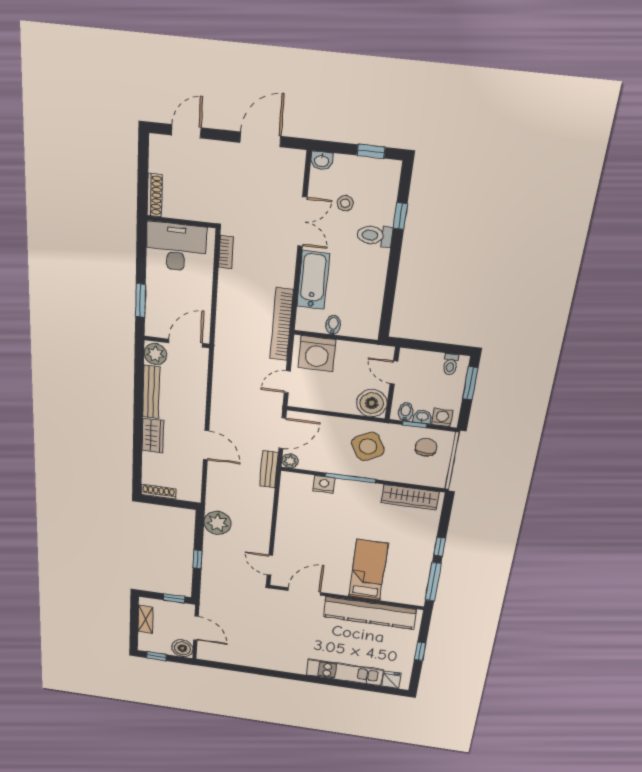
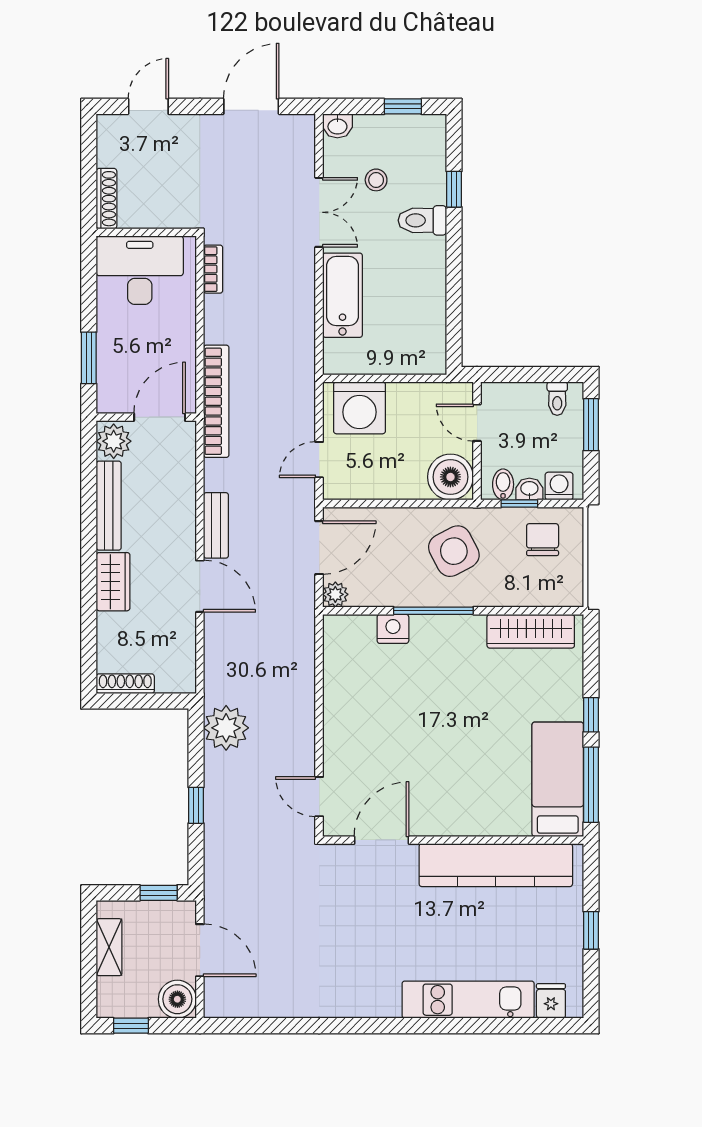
bookcase: (282, 324) -> (216, 401), moved, turned 180
bidet: (333, 325) -> (379, 360), removed
bench: (269, 469) -> (216, 525), moved
bed: (368, 570) -> (558, 779), moved

